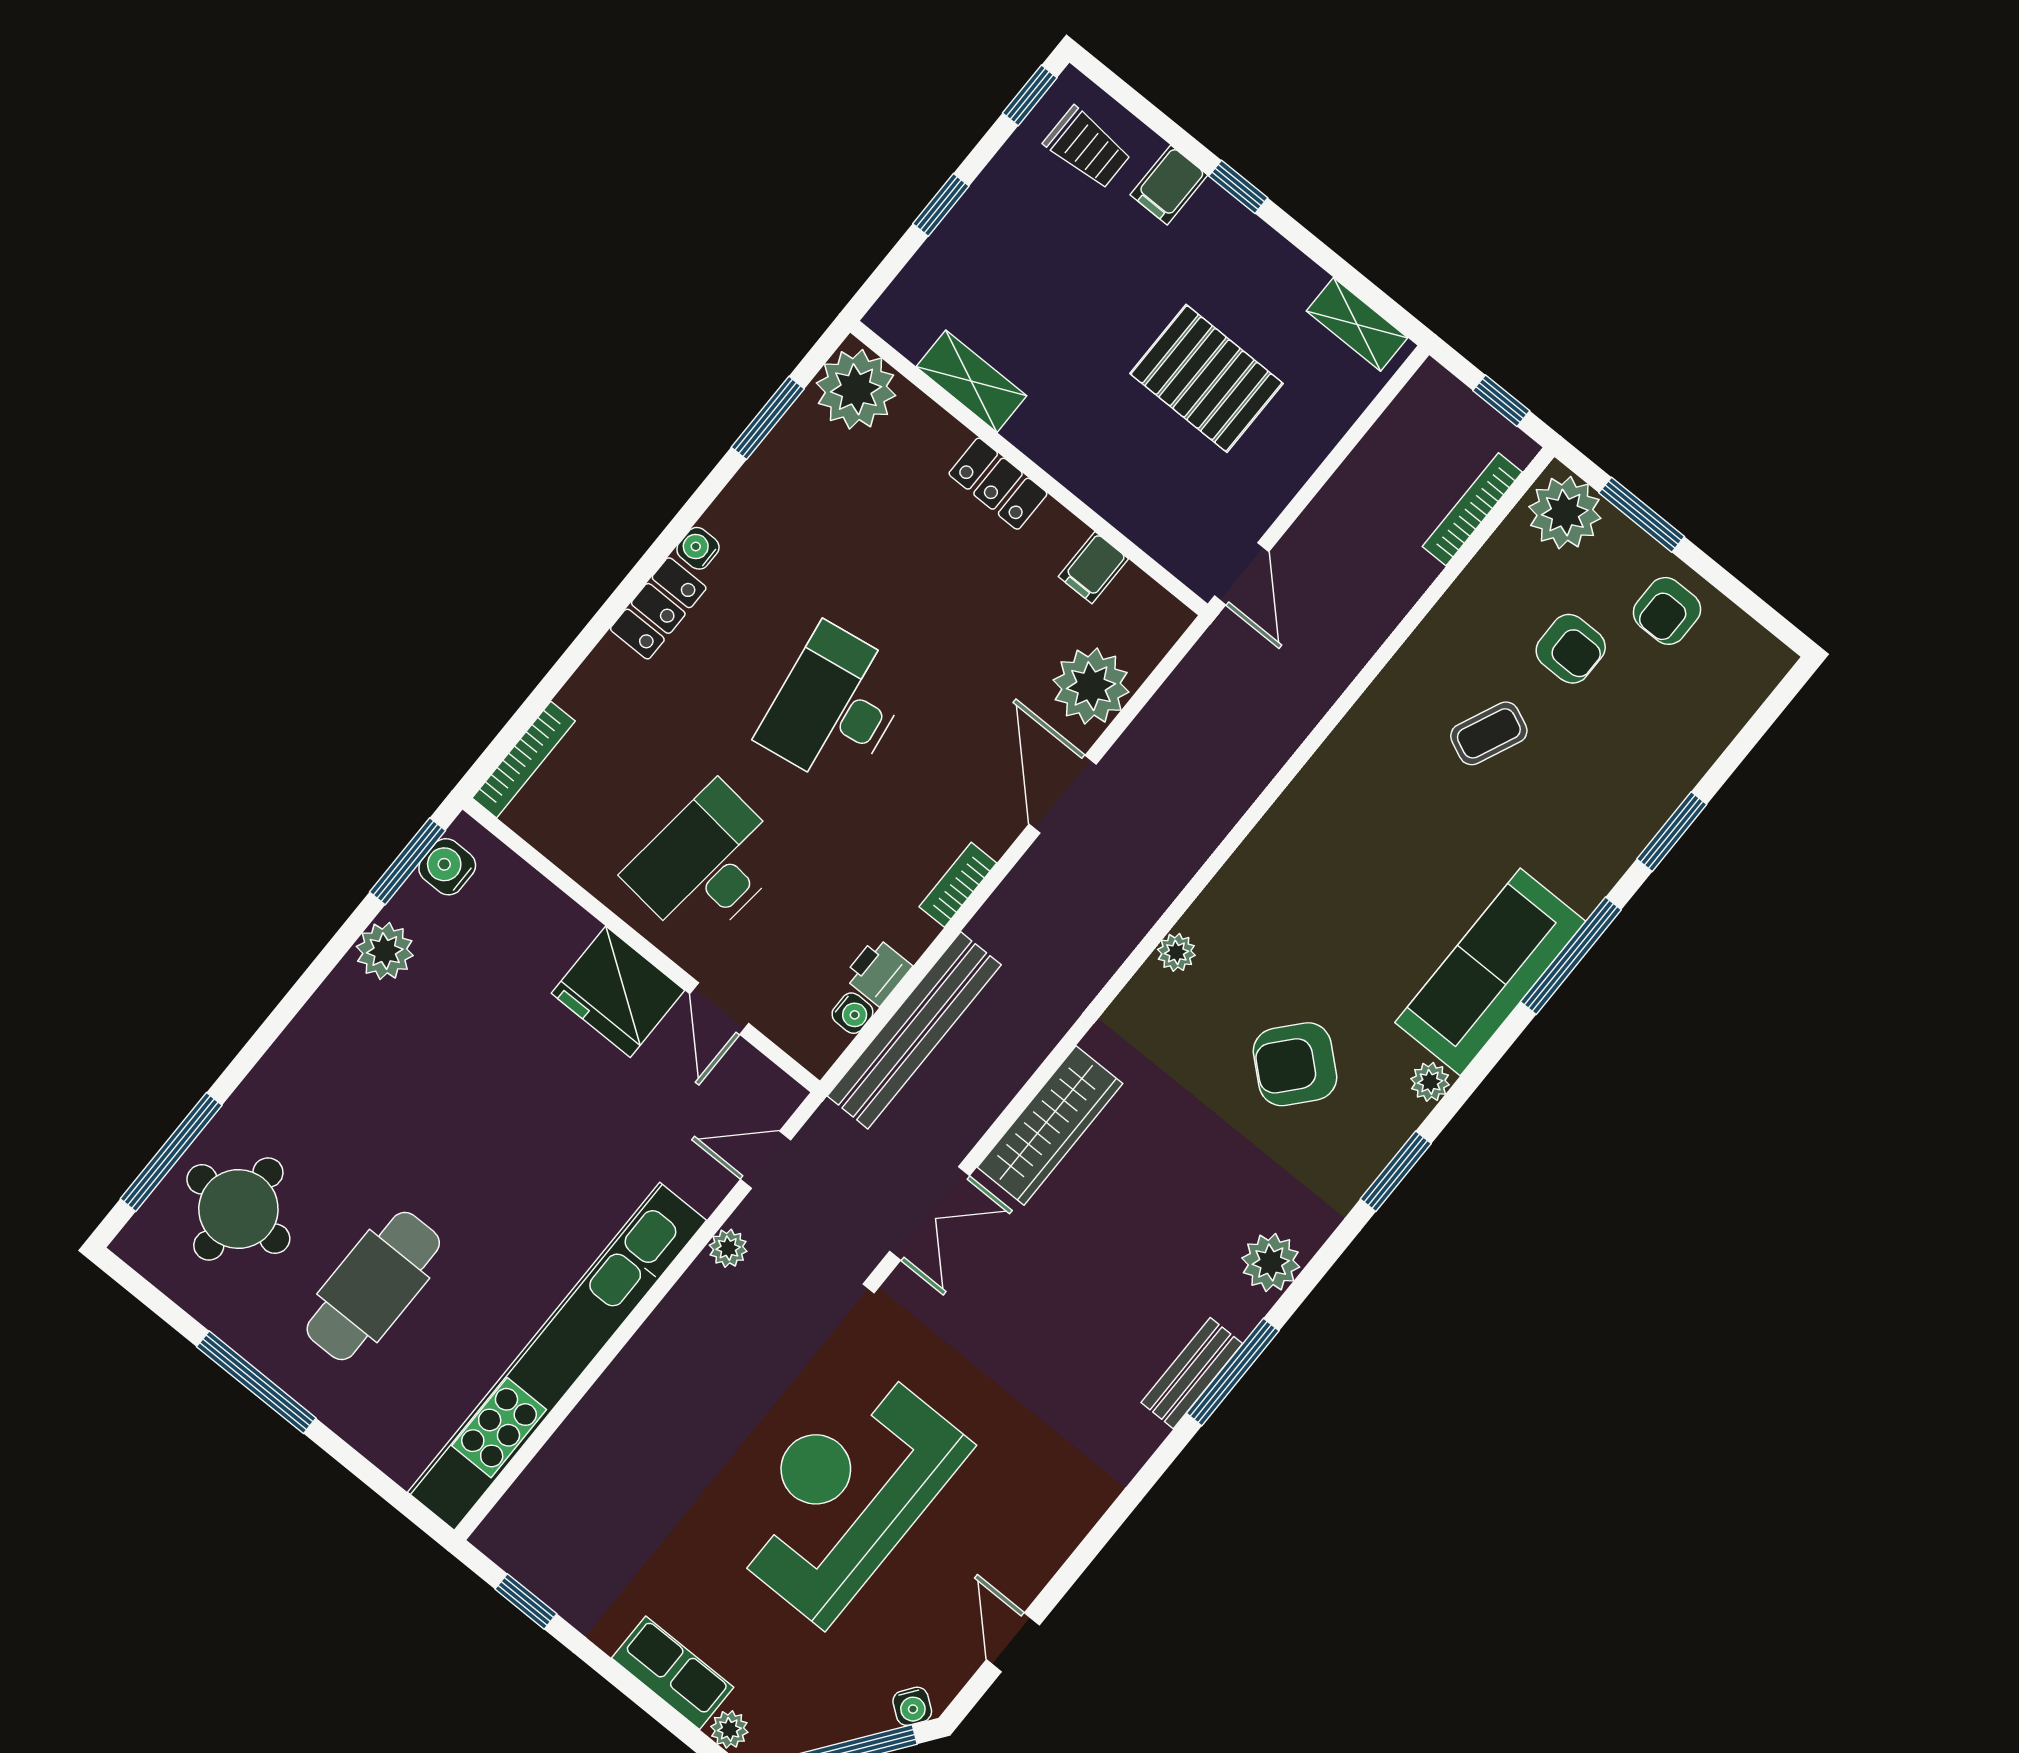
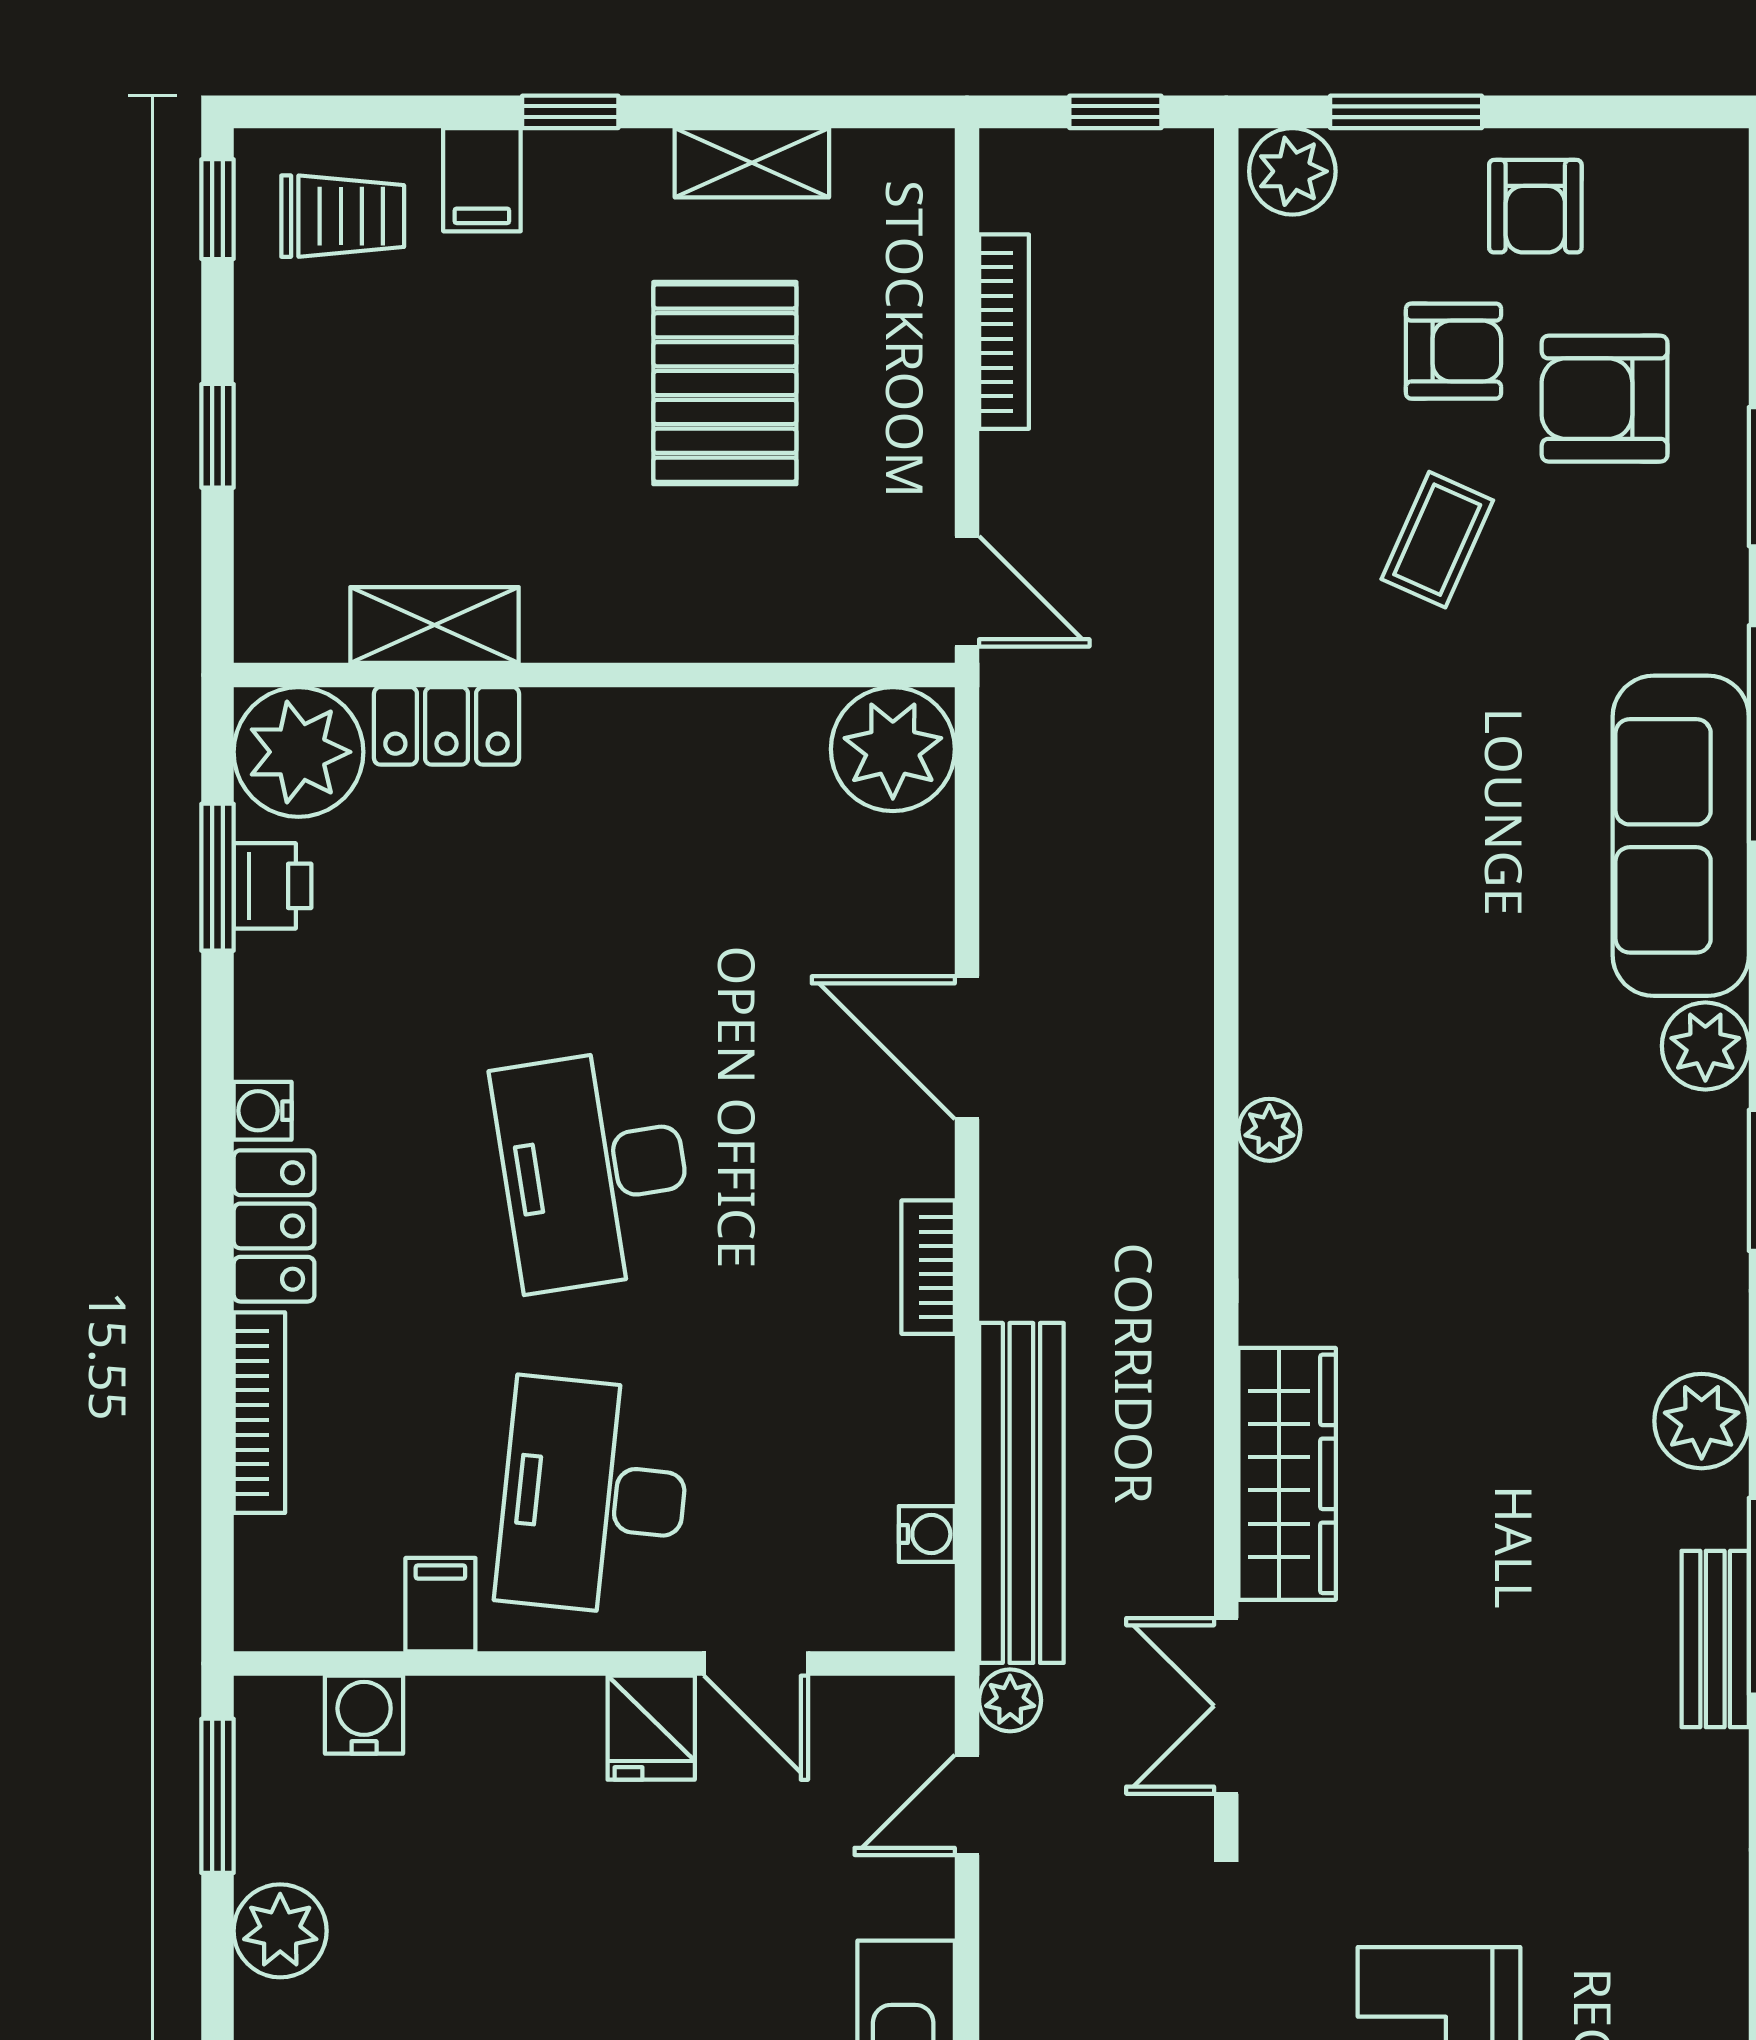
shelving: (1357, 324) -> (752, 163), moved
pallet: (1206, 378) -> (725, 383), turned 90
locker: (998, 484) -> (446, 726), moved
bookcase: (1472, 509) -> (1004, 332), moved, turned 180
plant: (1565, 513) -> (1292, 171), width x0.73, depth x0.73
filing cabinet: (1093, 568) -> (440, 1605), moved, turned 180
plant: (1091, 686) -> (893, 749), moved
bookcase: (524, 760) -> (259, 1413), moved
water cooler: (447, 867) -> (364, 1715), moved, turned 90
printer: (878, 972) -> (273, 886), moved, turned 180
fridge: (618, 992) -> (651, 1728), width x0.53, depth x0.75
armchair: (1295, 1064) -> (1605, 399), moved, turned 49
plant: (1430, 1082) -> (1705, 1046), width x1.38, depth x1.38
double door: (930, 1214) -> (1226, 1706), swing flipped
plant: (728, 1248) -> (1010, 1700), moved

